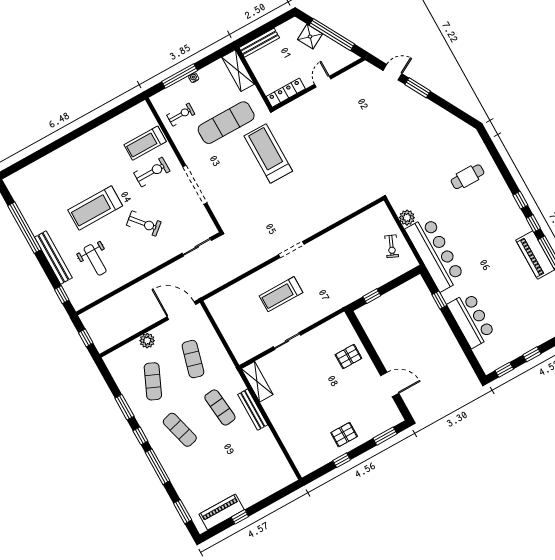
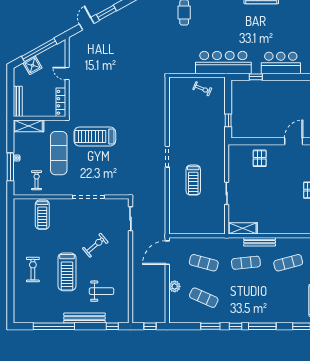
exercise bike: (152, 172) -> (33, 270), moved
plant: (407, 218) -> (189, 68), removed
exercise mat: (180, 430) -> (288, 263), moved

